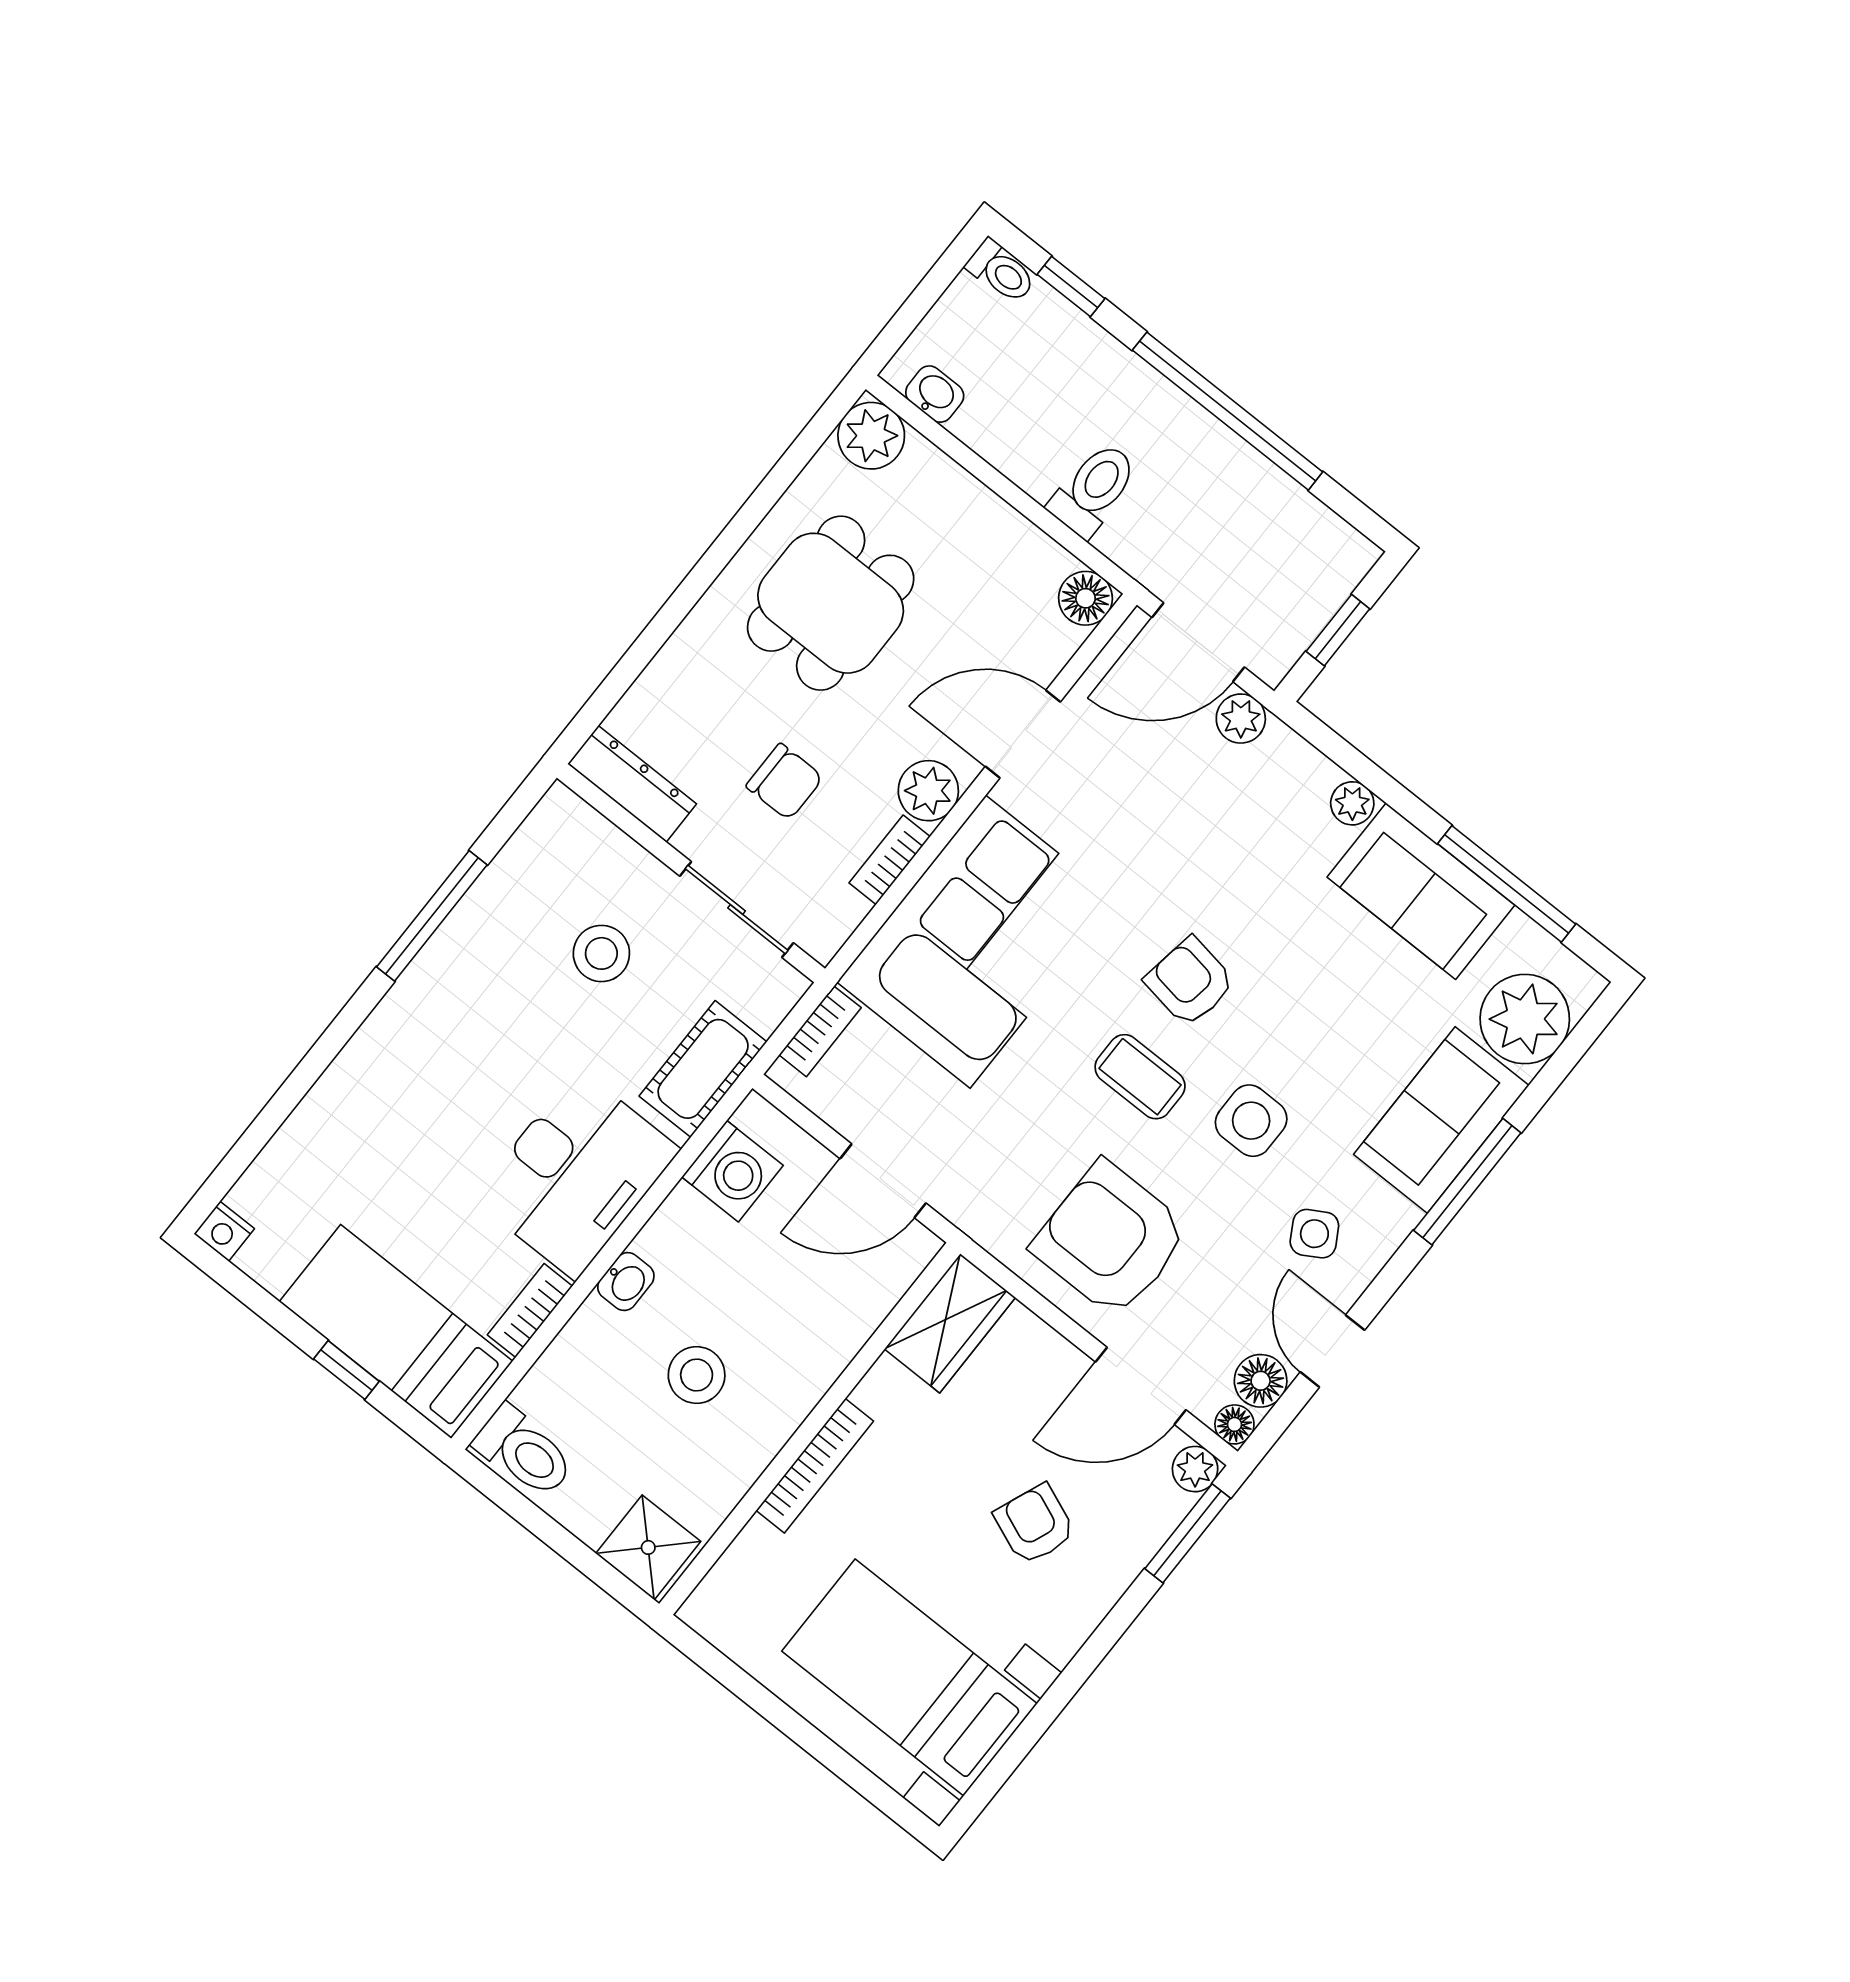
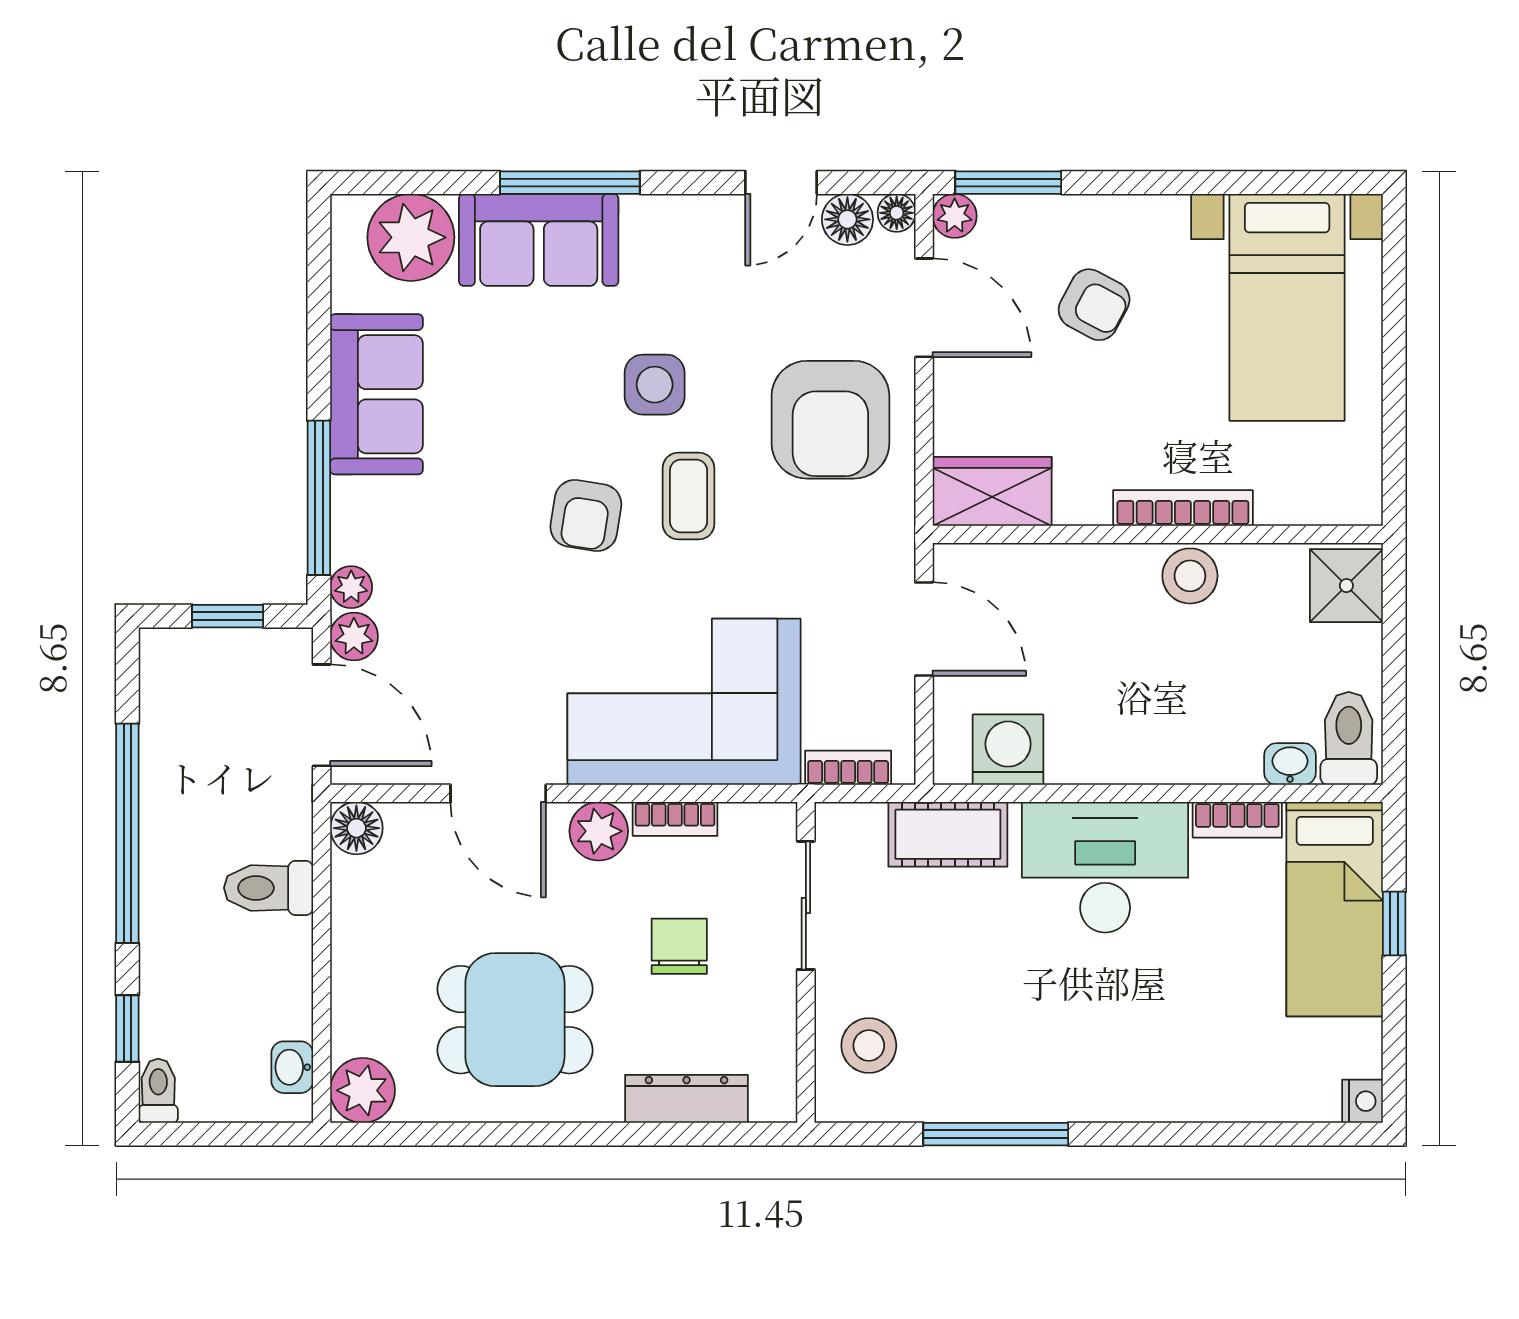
dresser: (632, 784) -> (687, 1099), moved, turned 90
plant: (1352, 803) -> (351, 587), moved
window: (1507, 884) -> (319, 498), moved
stool: (601, 953) -> (869, 1046), moved
side table: (1314, 1234) -> (702, 268), removed
washbasin: (626, 1282) -> (1290, 764), moved
stool: (697, 1375) -> (1190, 576), moved
armchair: (1035, 1524) -> (1094, 305), turned -84

